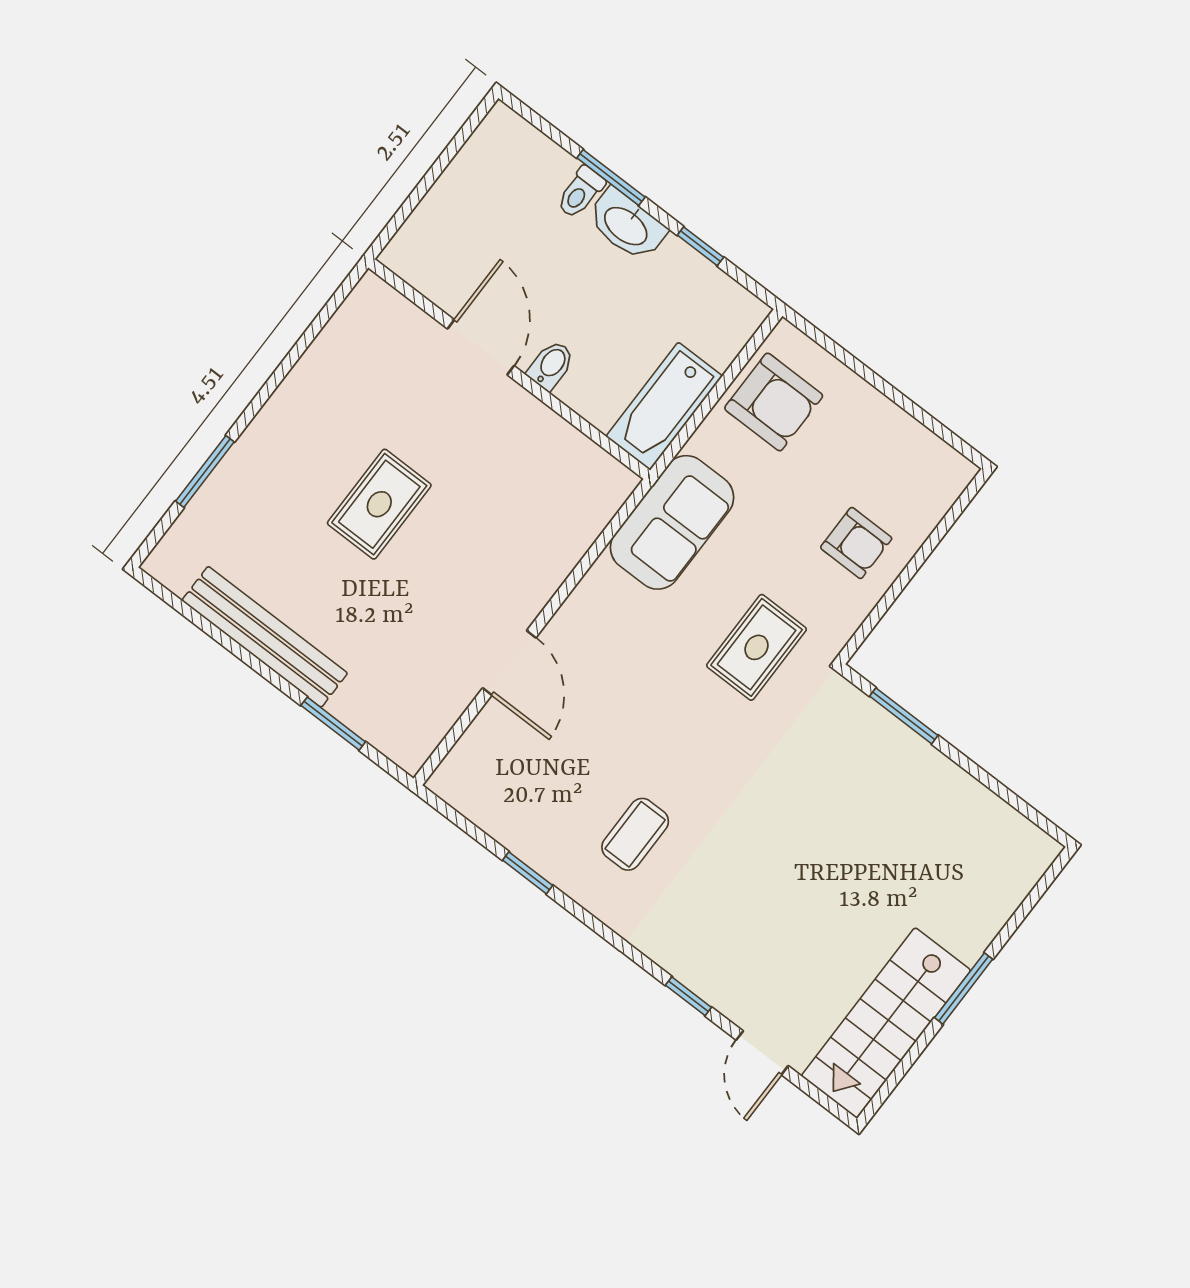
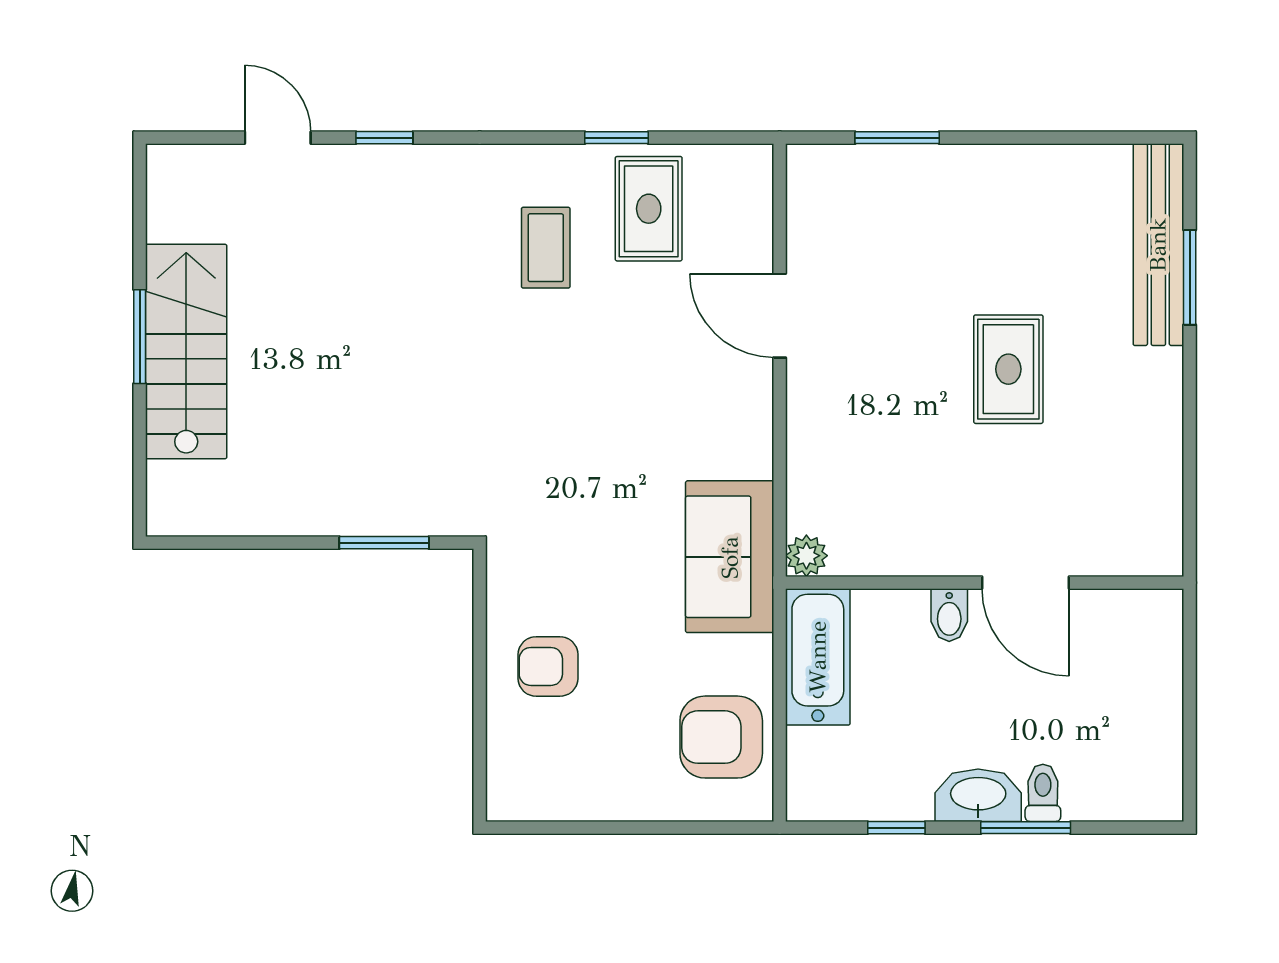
plant: (618, 482) -> (806, 556), added
bench: (265, 637) -> (1158, 245), moved, turned 90
rug: (756, 647) -> (649, 209), moved
stairs: (886, 1023) -> (186, 351), moved

